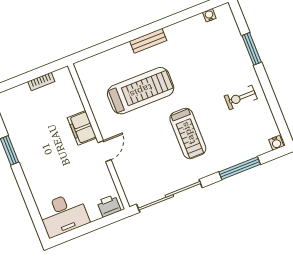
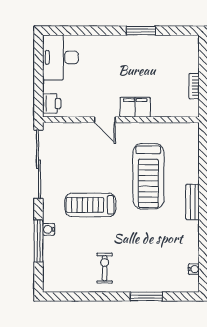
water cooler: (276, 143) -> (49, 229), moved

